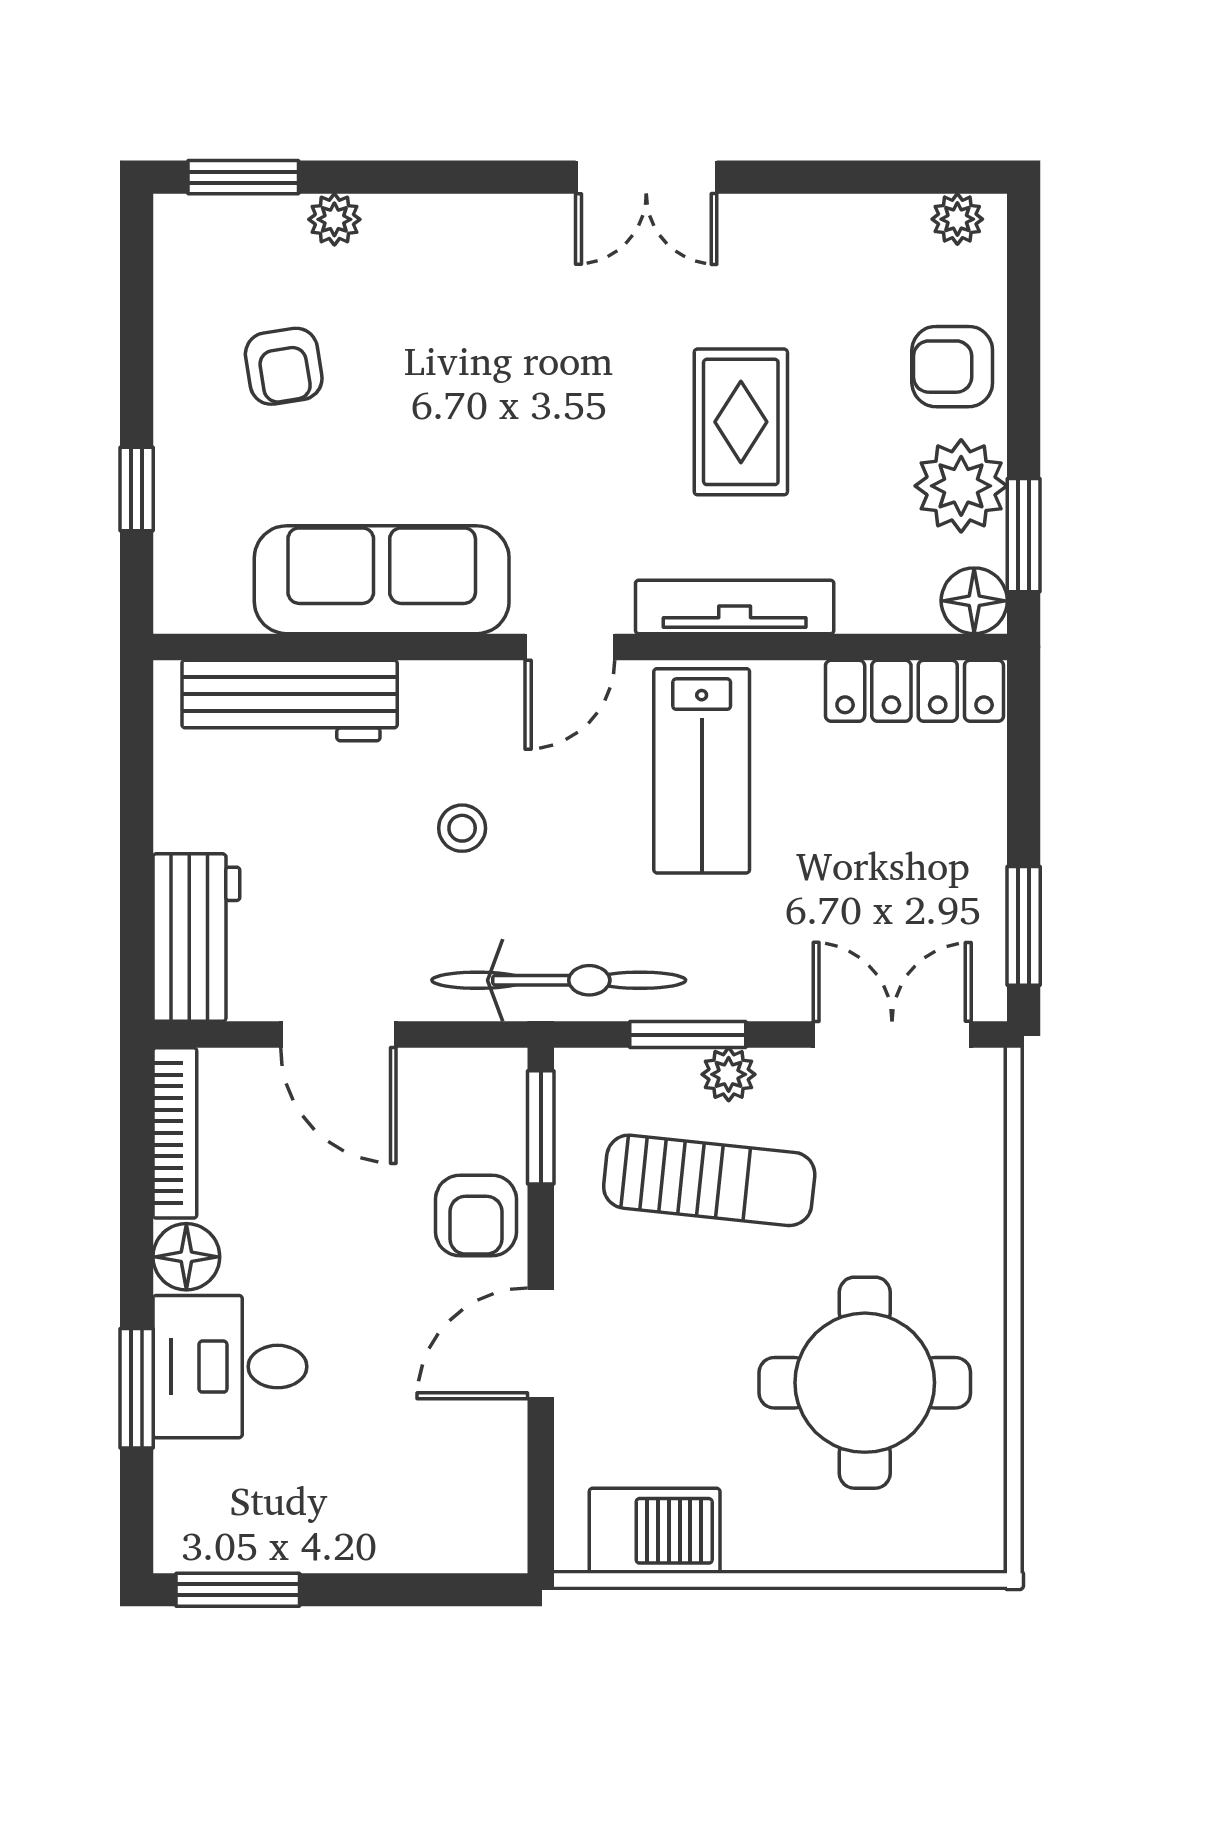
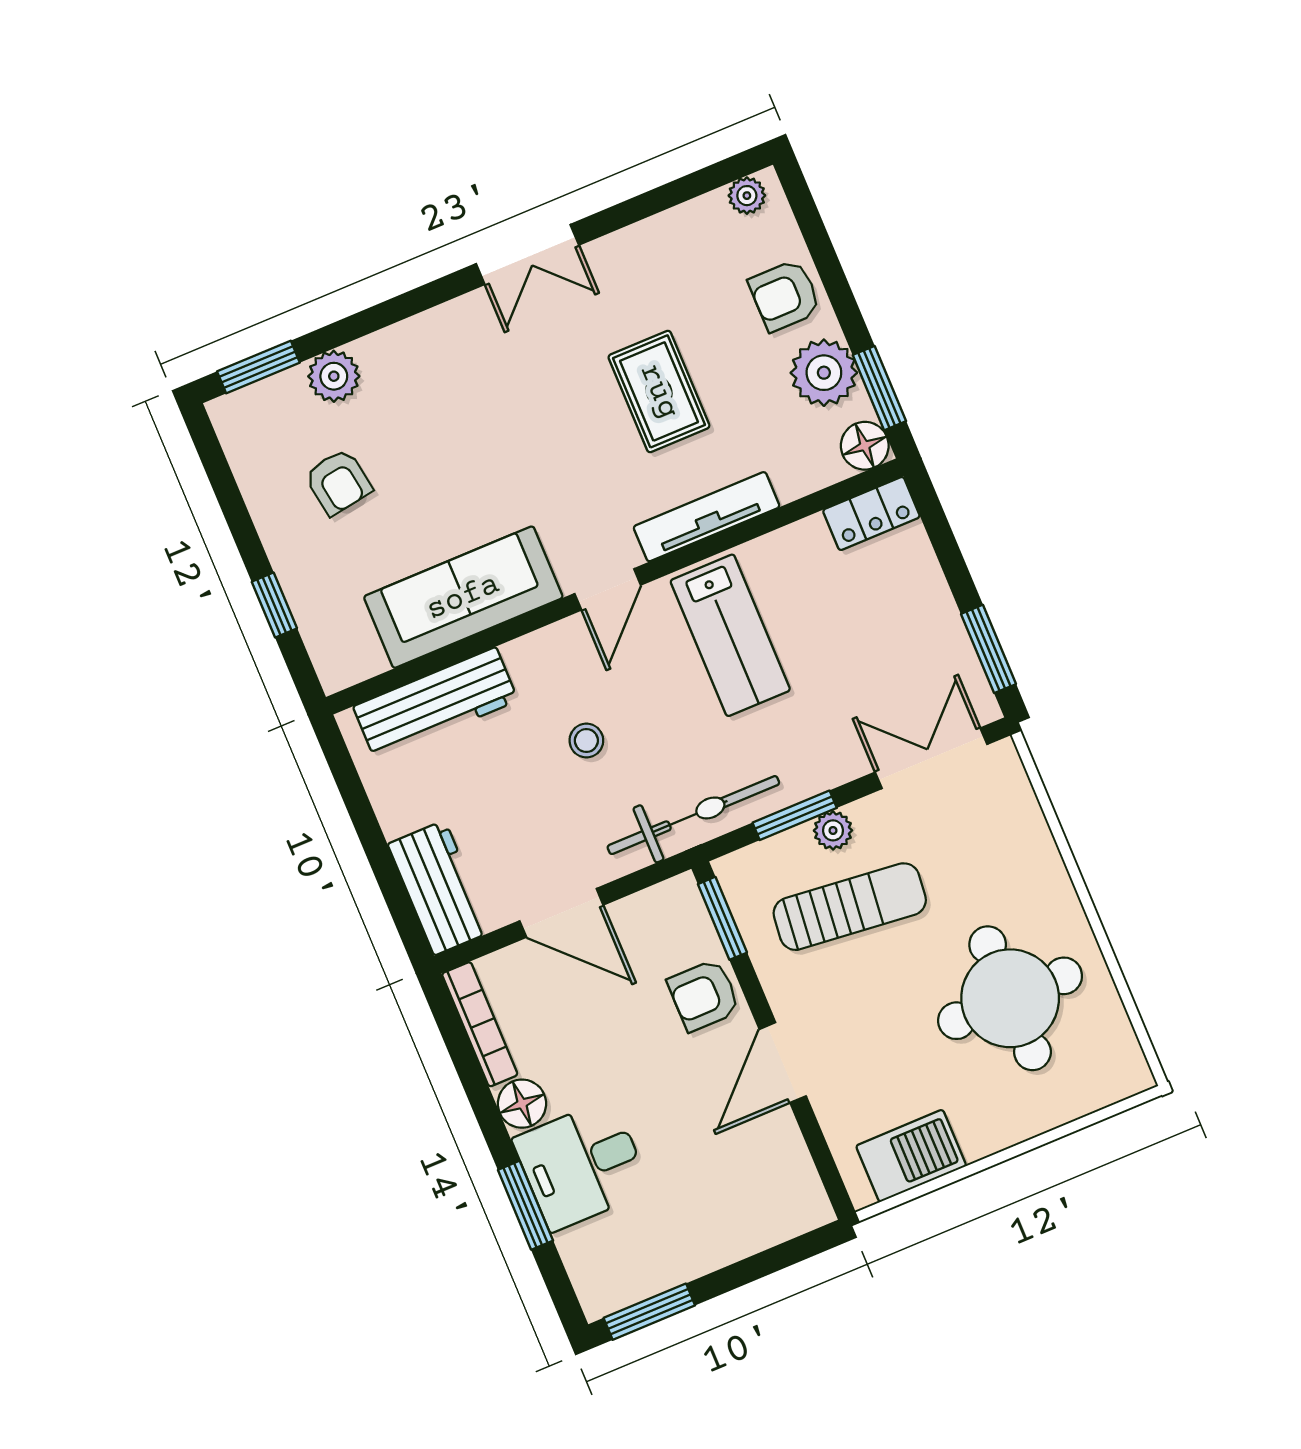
plant: (334, 219) -> (334, 376), width x1.38, depth x1.38
locker: (915, 691) -> (871, 514), width x0.66
armchair: (476, 1215) -> (704, 995), turned 90

